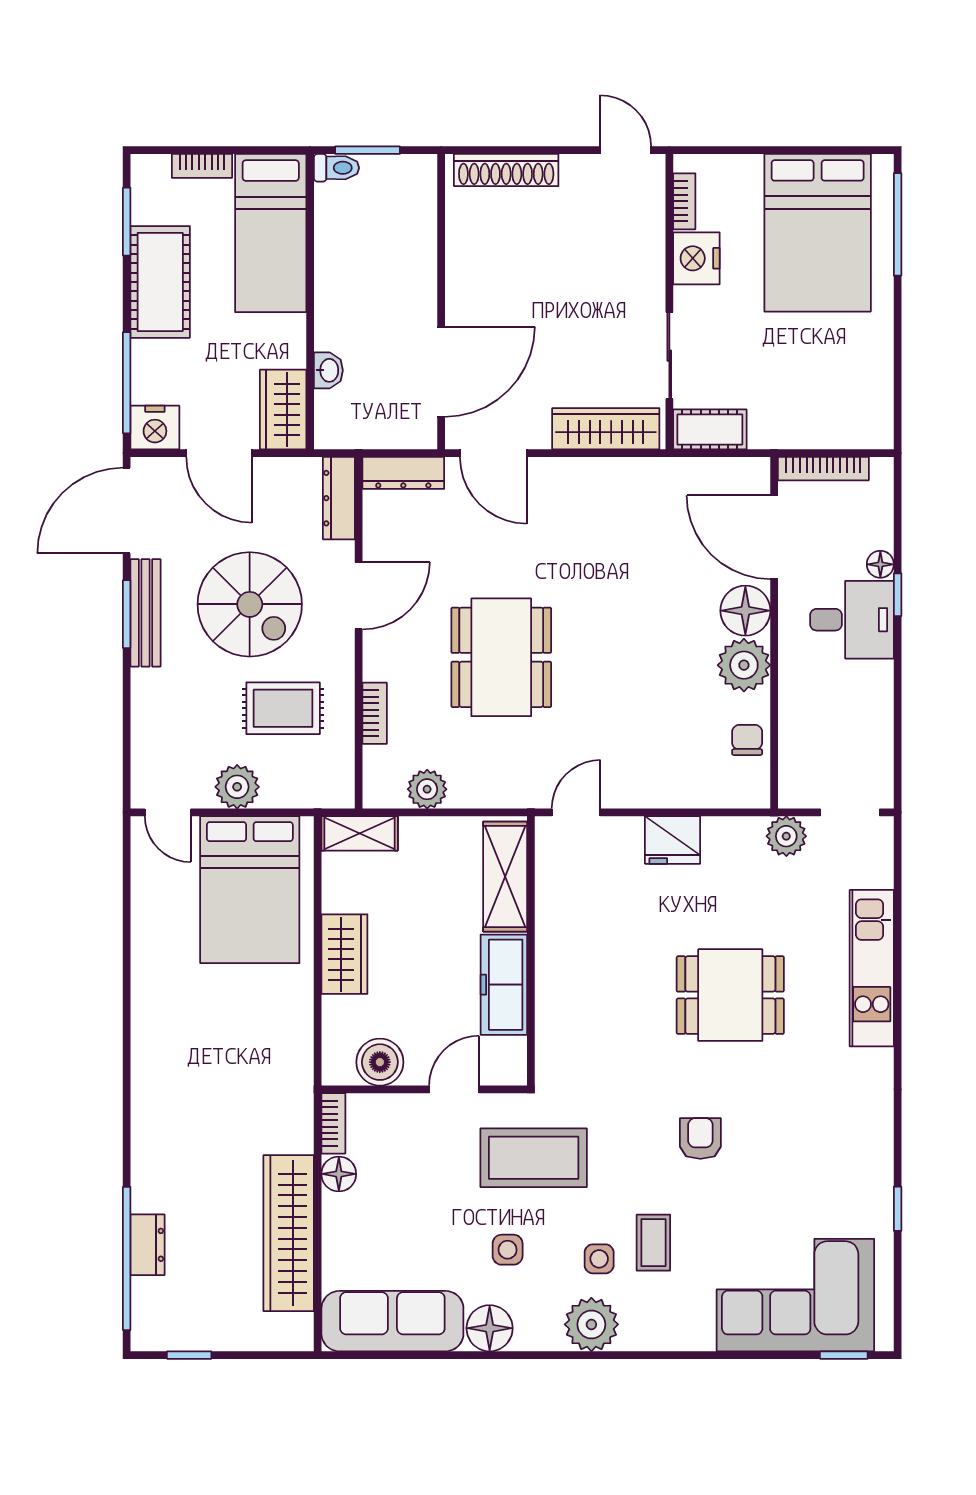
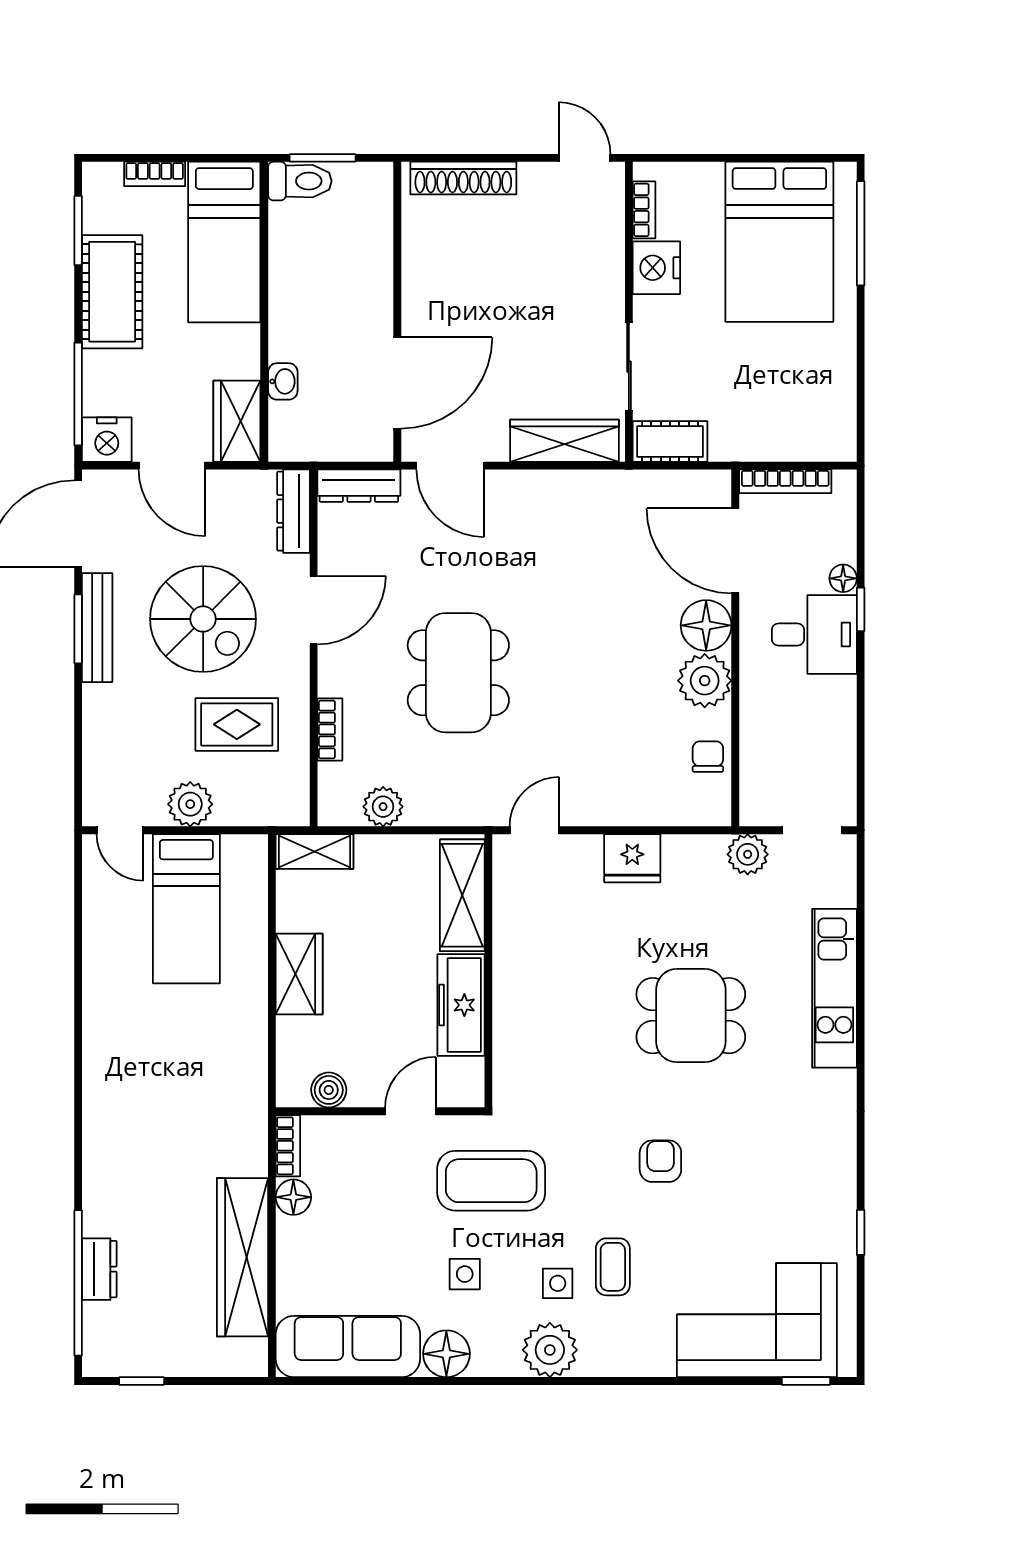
toilet: (336, 168) -> (300, 181), width x1.37, depth x1.39
bed: (250, 890) -> (186, 909), width x0.67
boiler: (380, 1062) -> (329, 1090), width x0.73, depth x0.73

